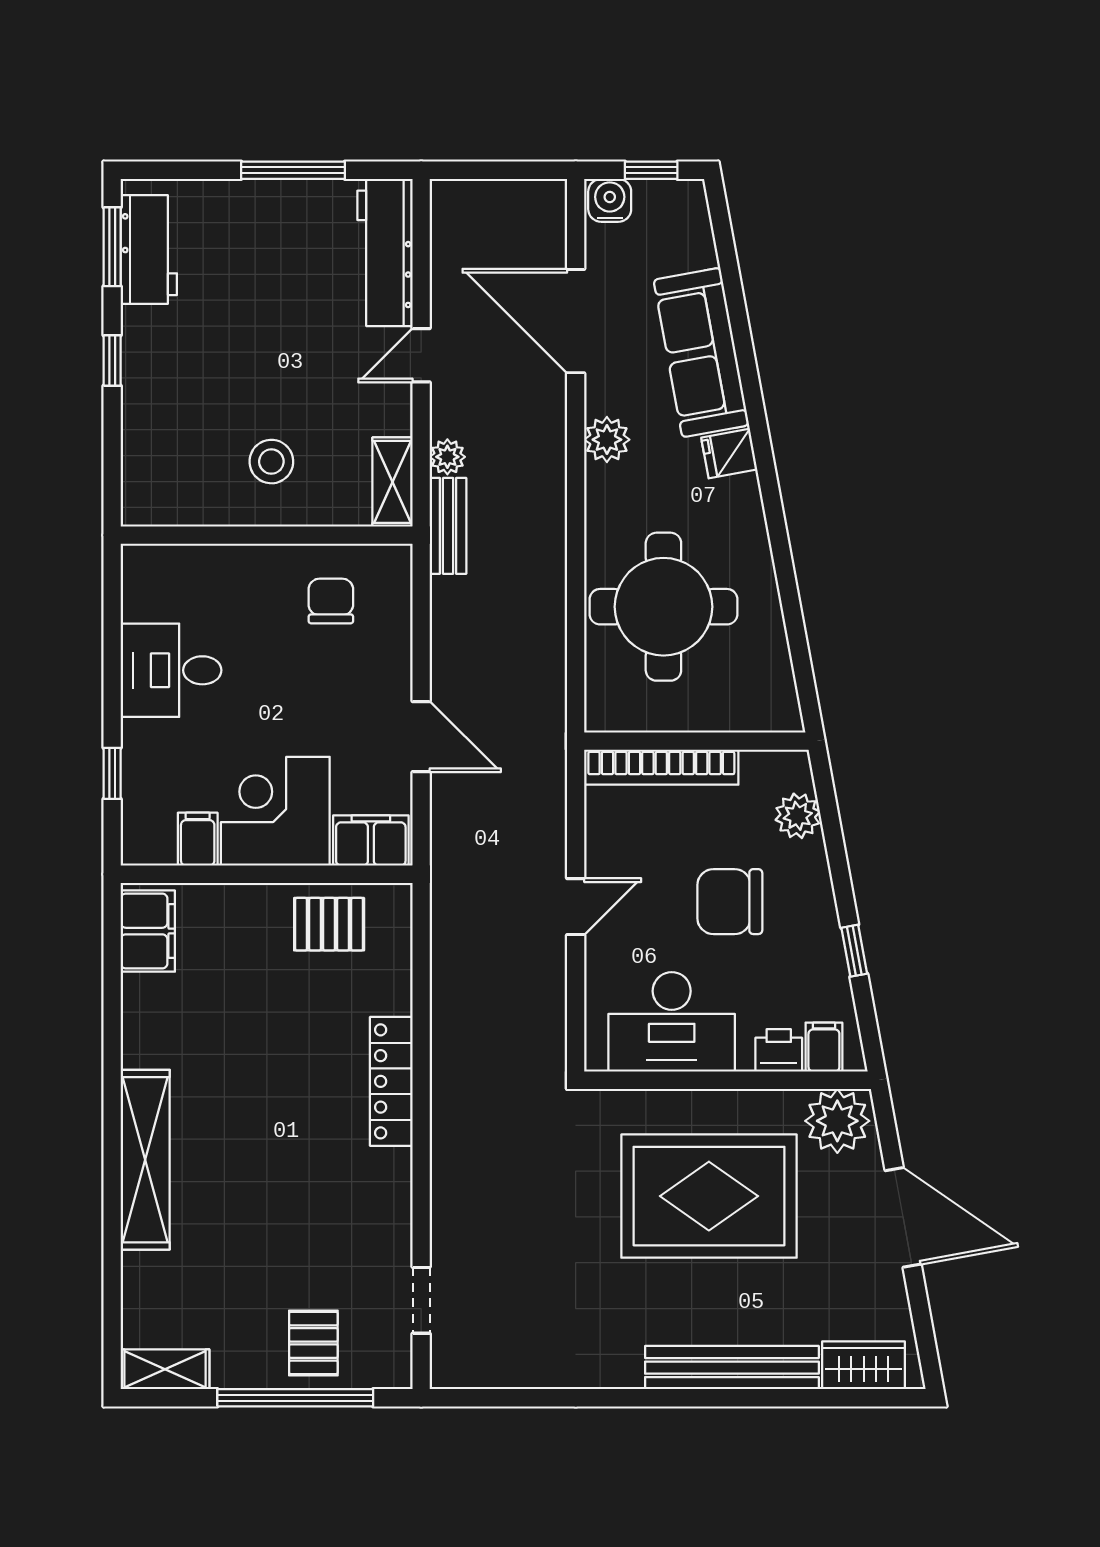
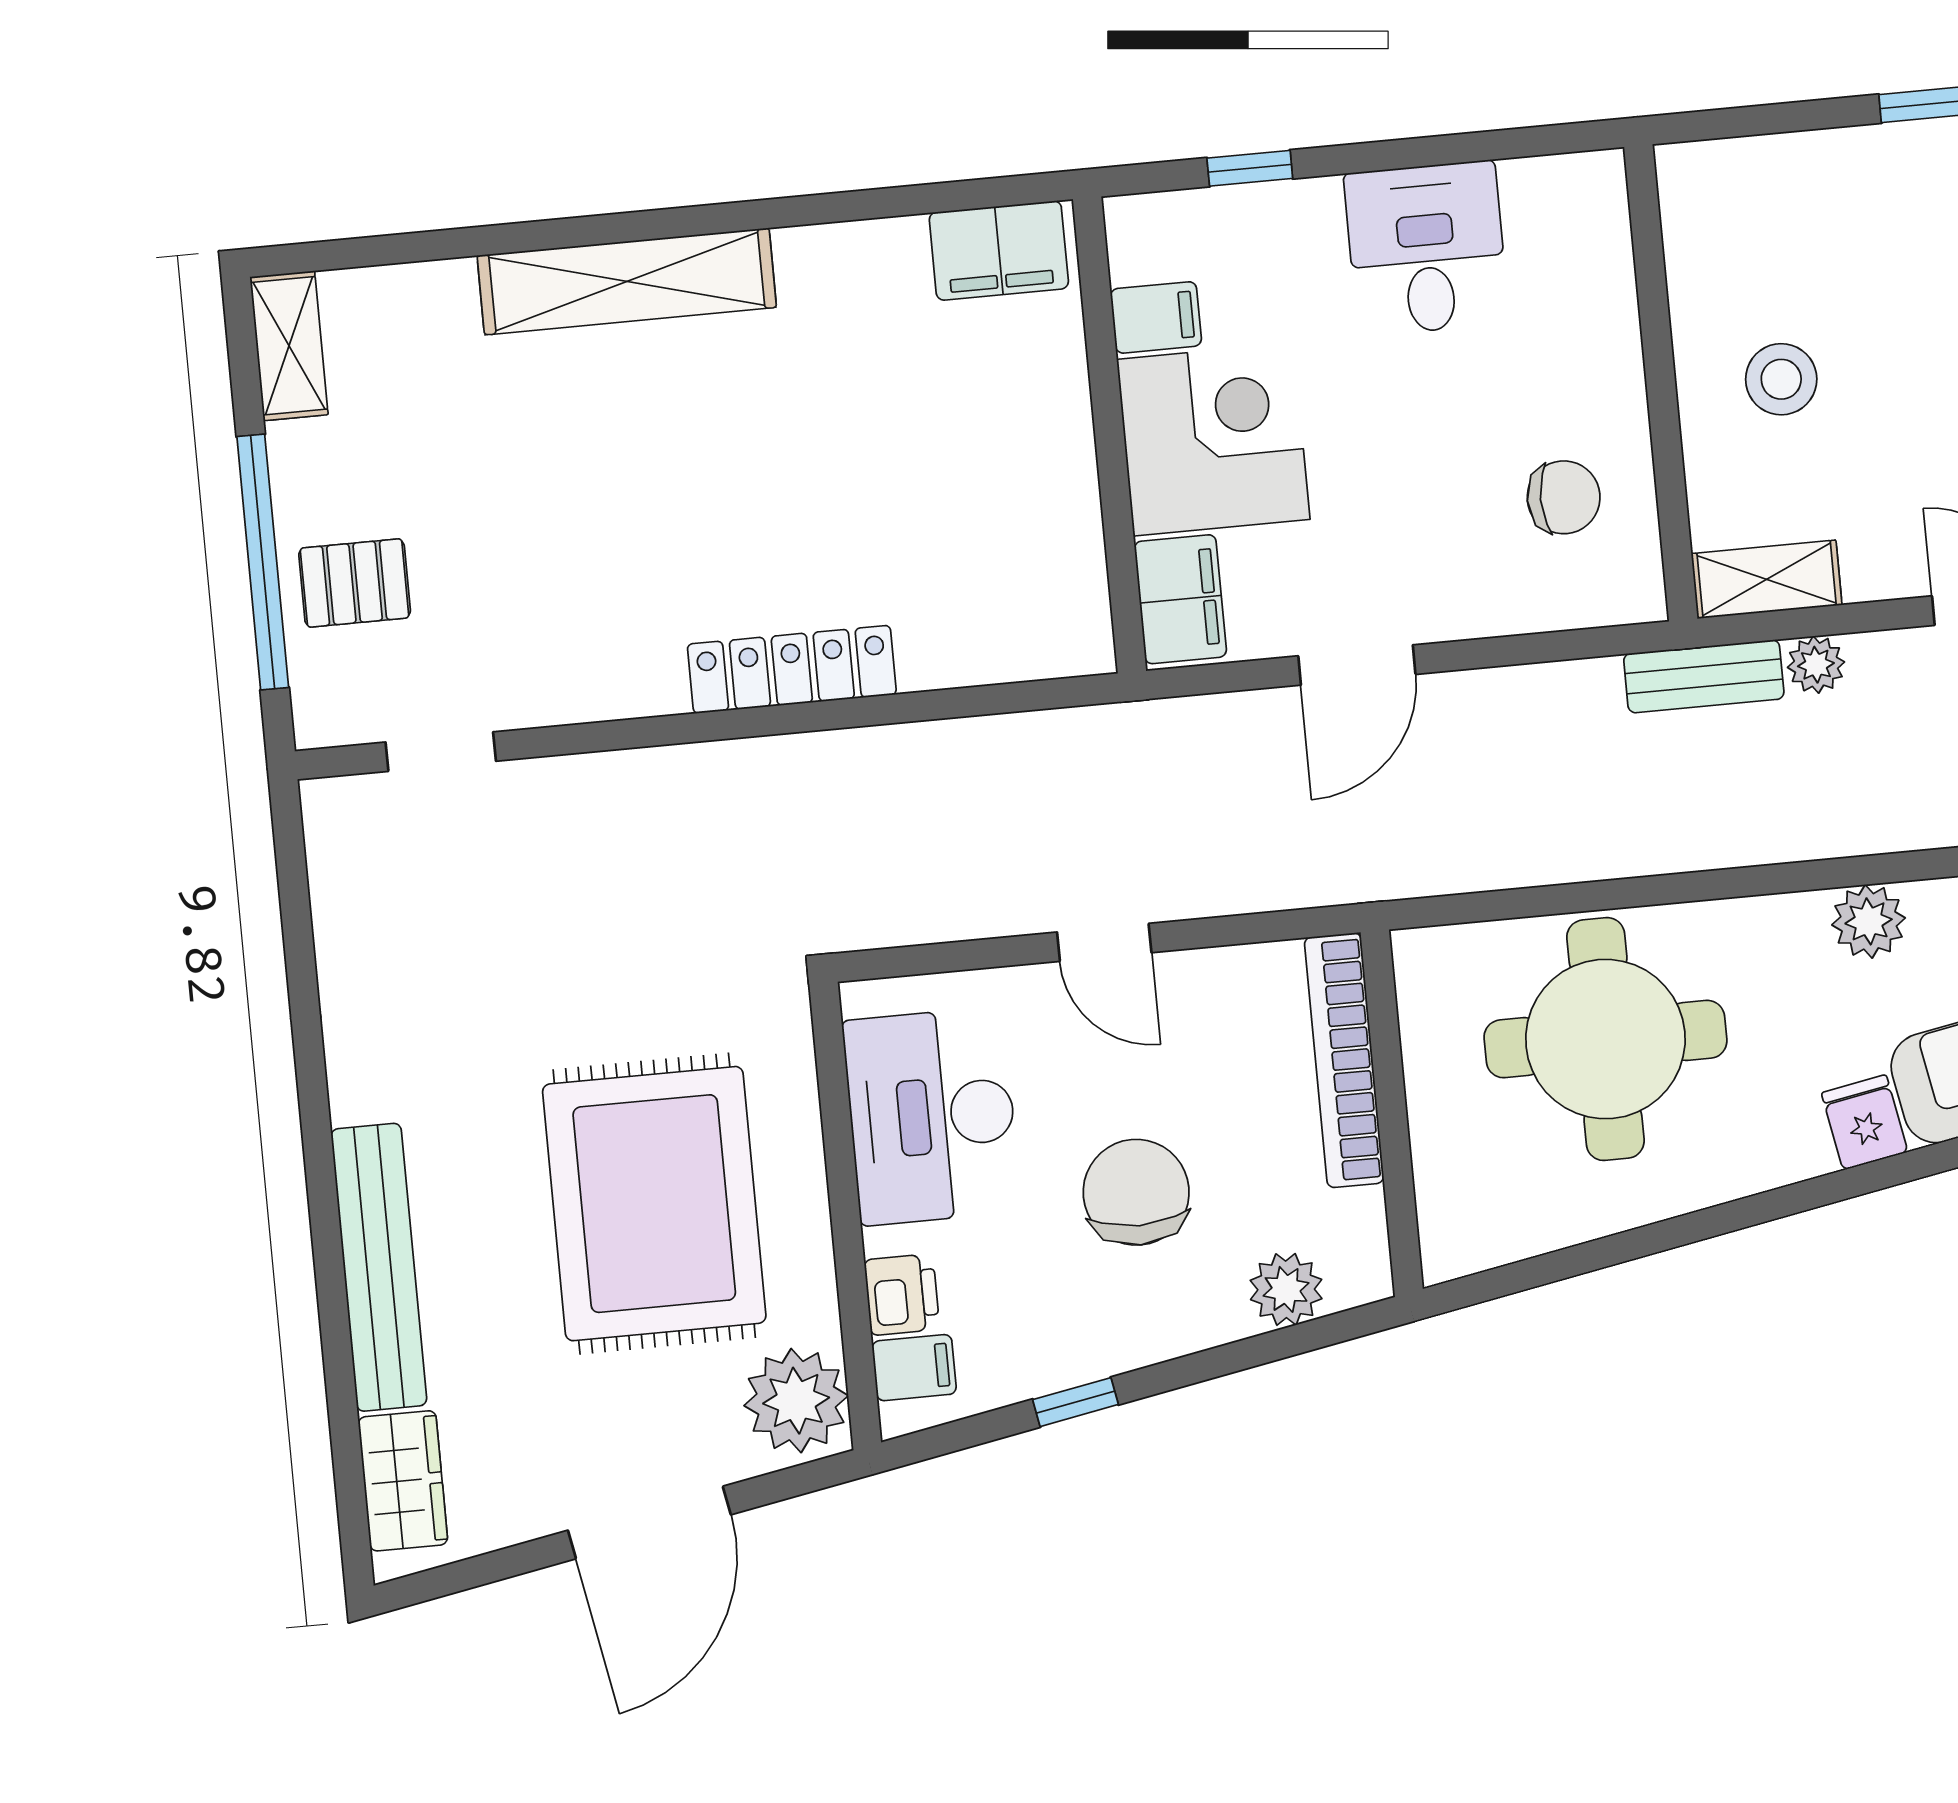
pallet: (329, 924) -> (1038, 544), removed

